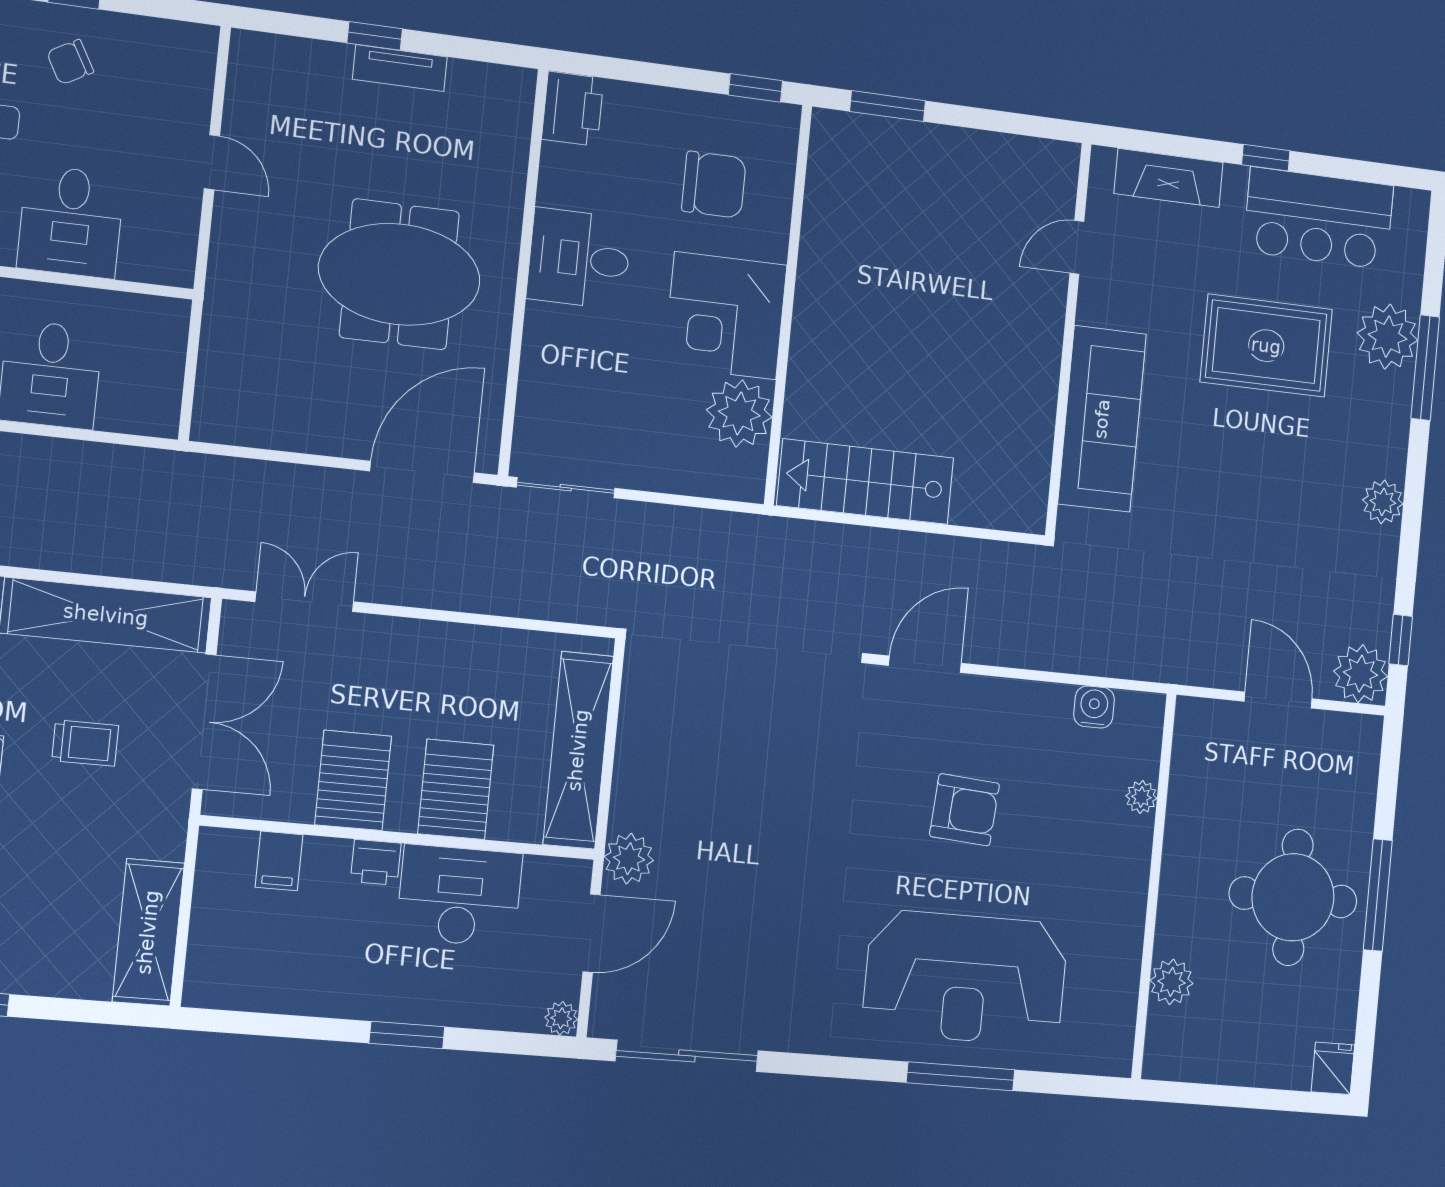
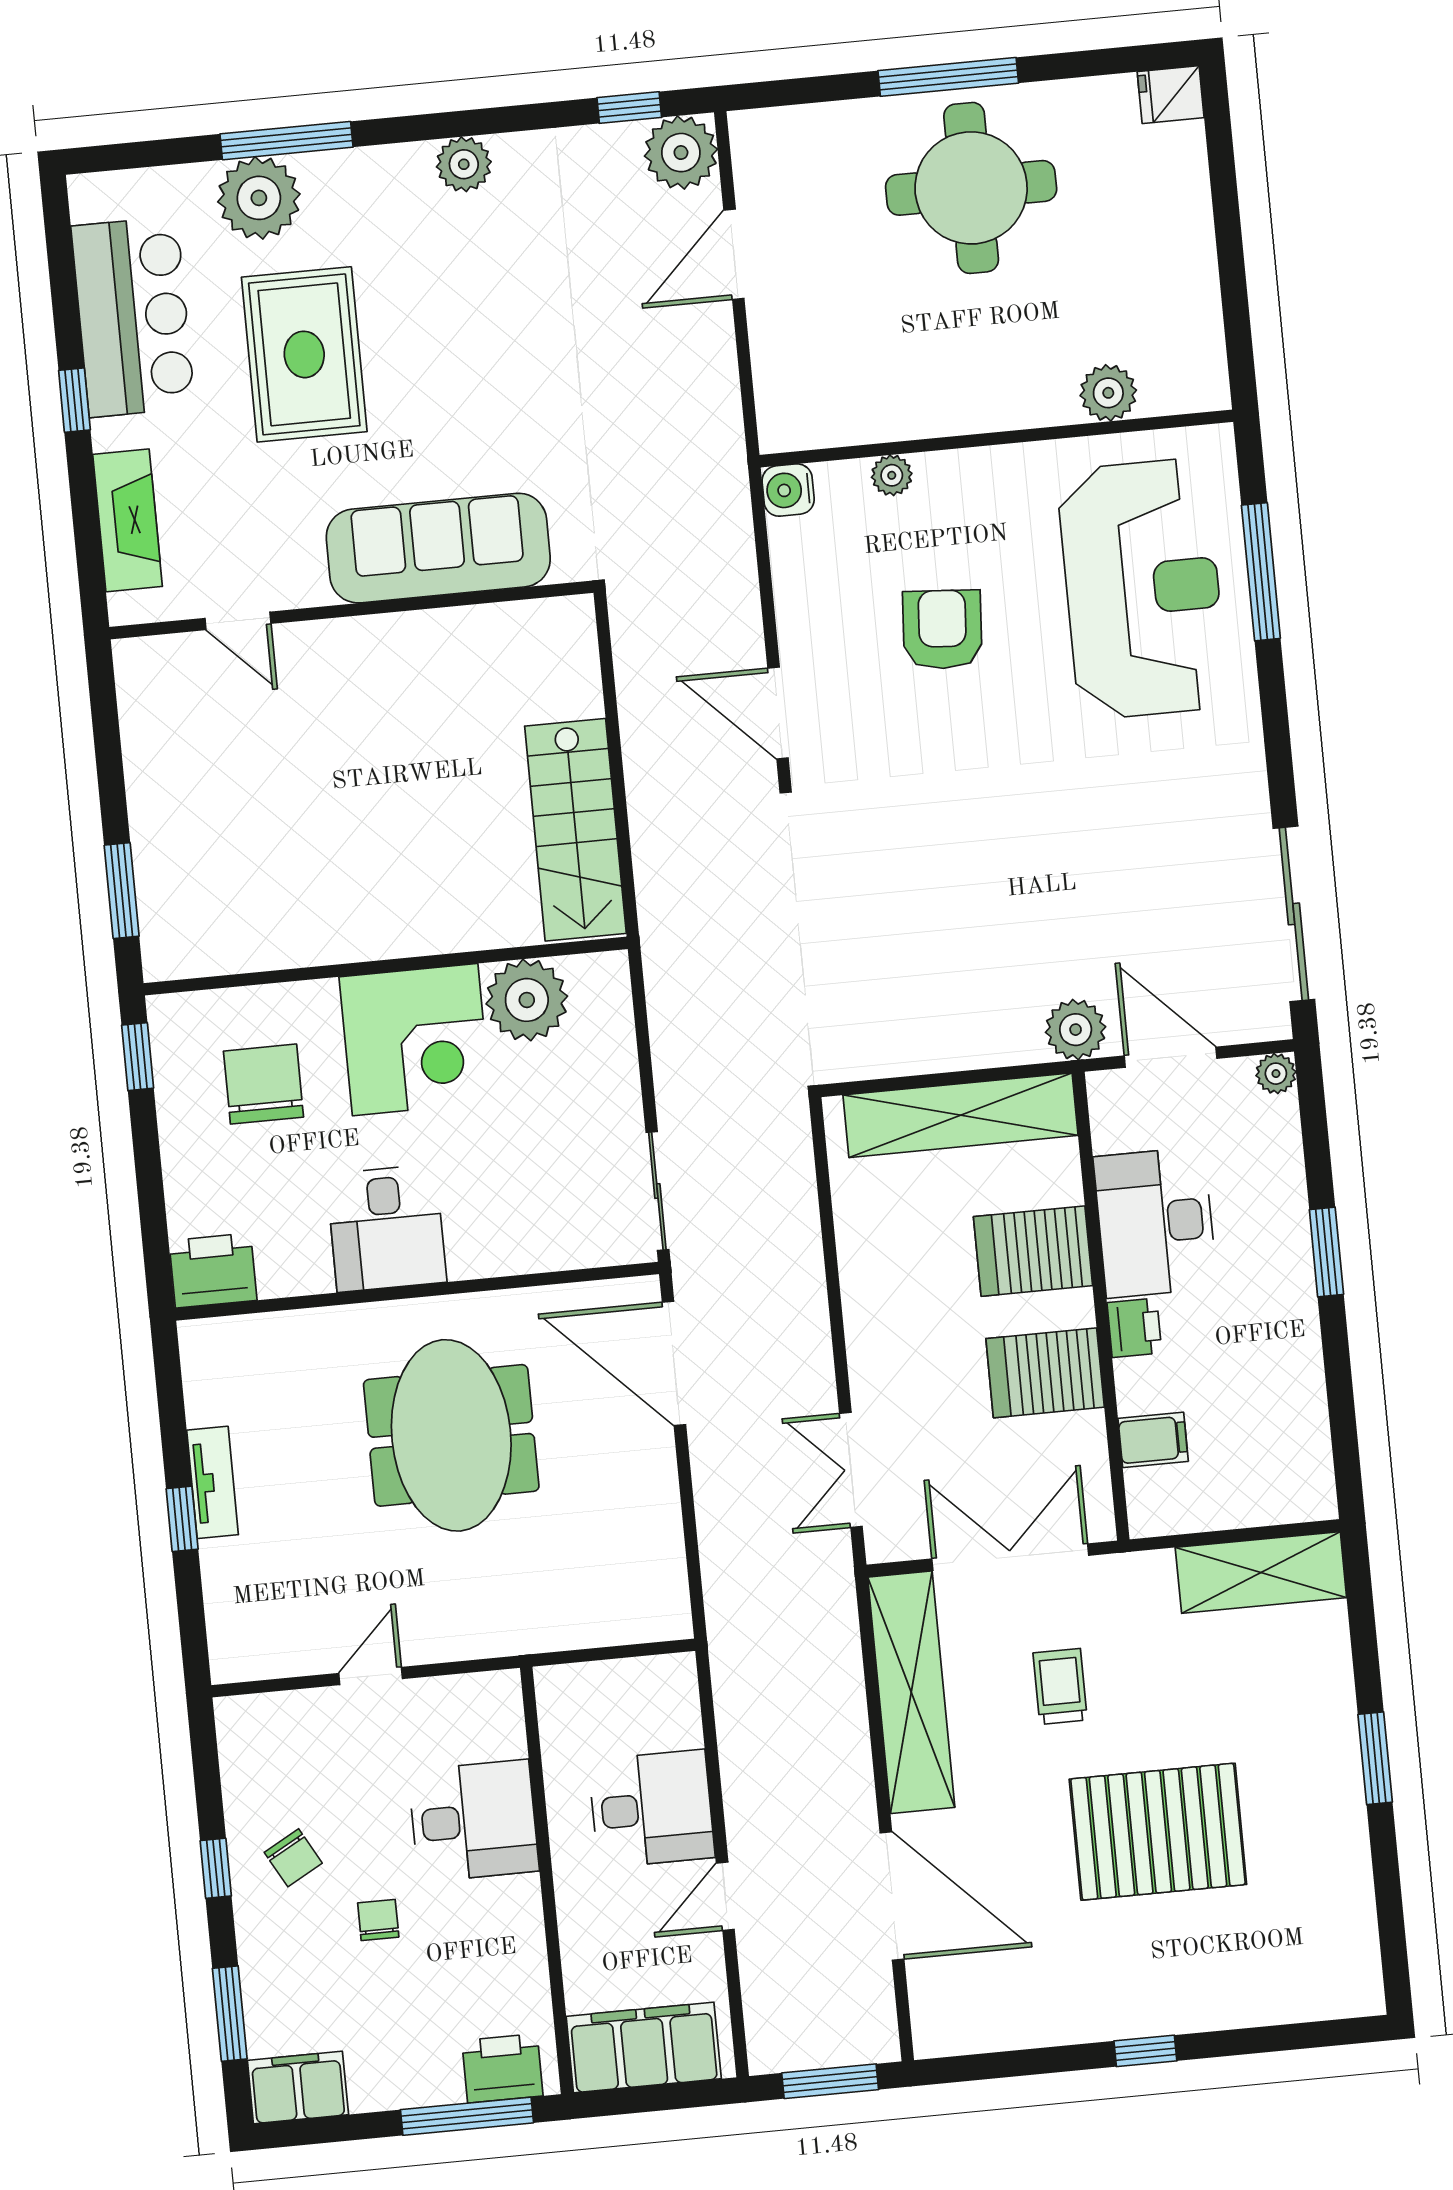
plant: (1141, 797) -> (892, 475), moved
wall: (1154, 886) -> (996, 438), moved
plant: (1171, 982) -> (1108, 393), moved

